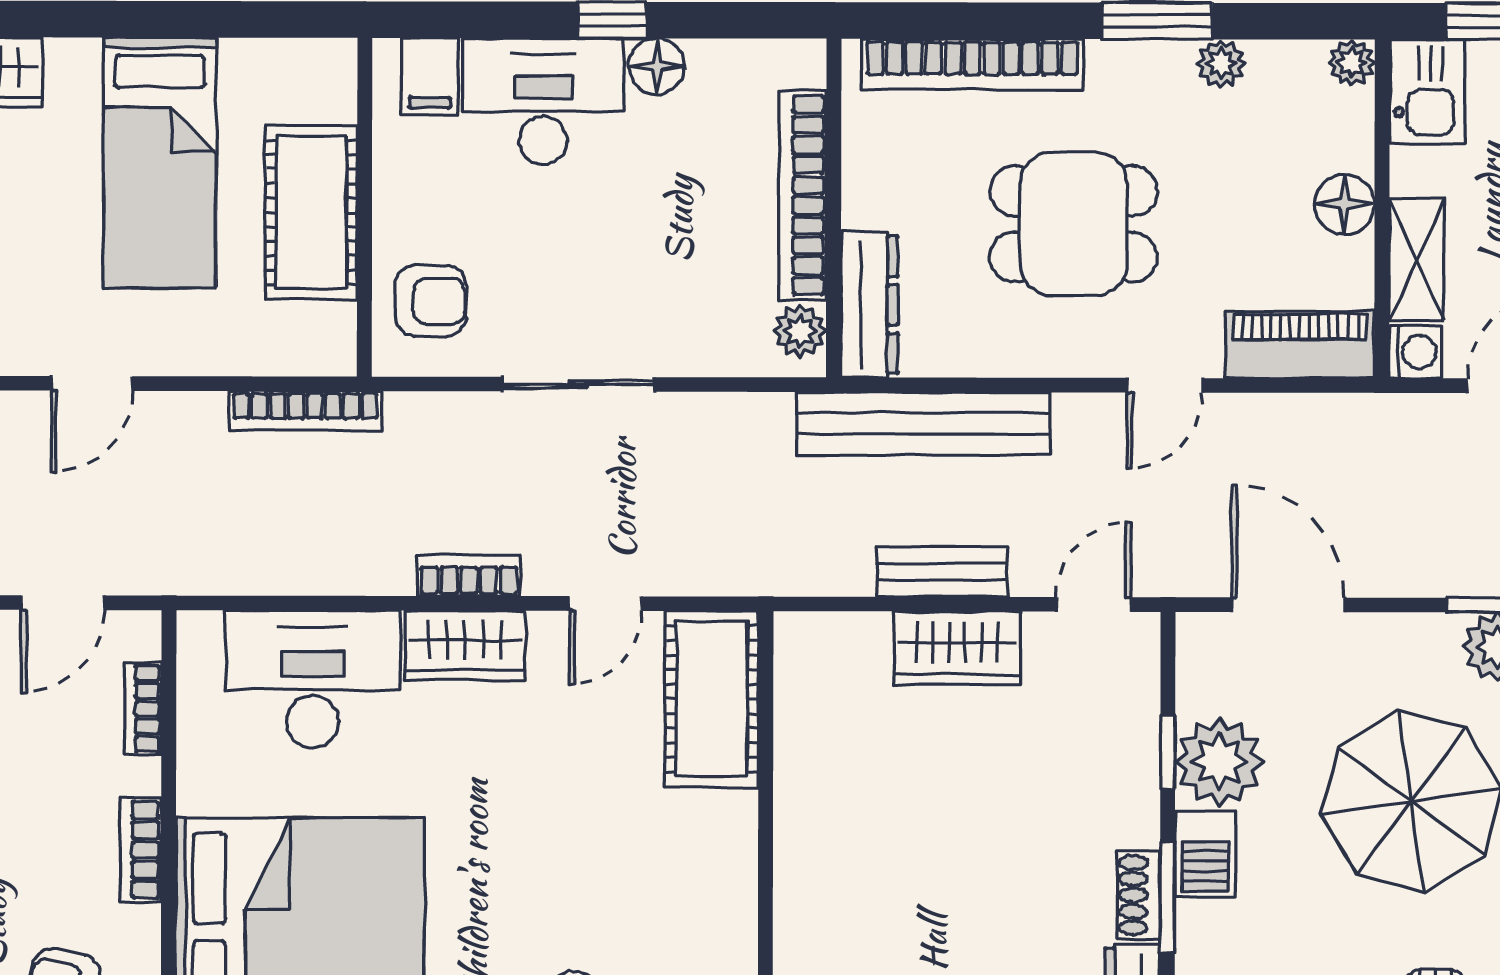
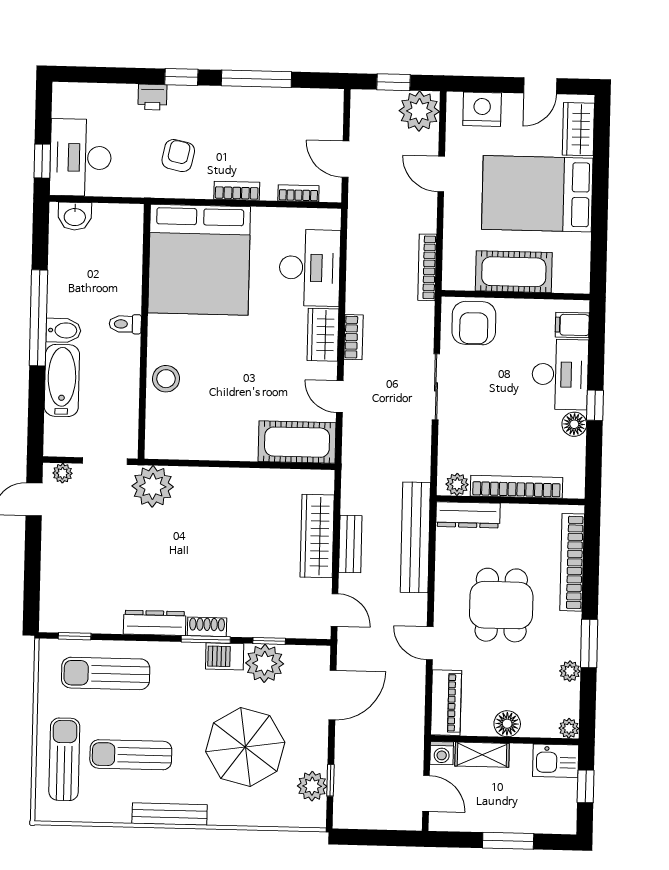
bed: (160, 163) -> (537, 194), width x1.50
armchair: (430, 301) -> (474, 323), width x1.38, depth x1.38
wardrobe: (957, 648) -> (317, 536), width x1.50

